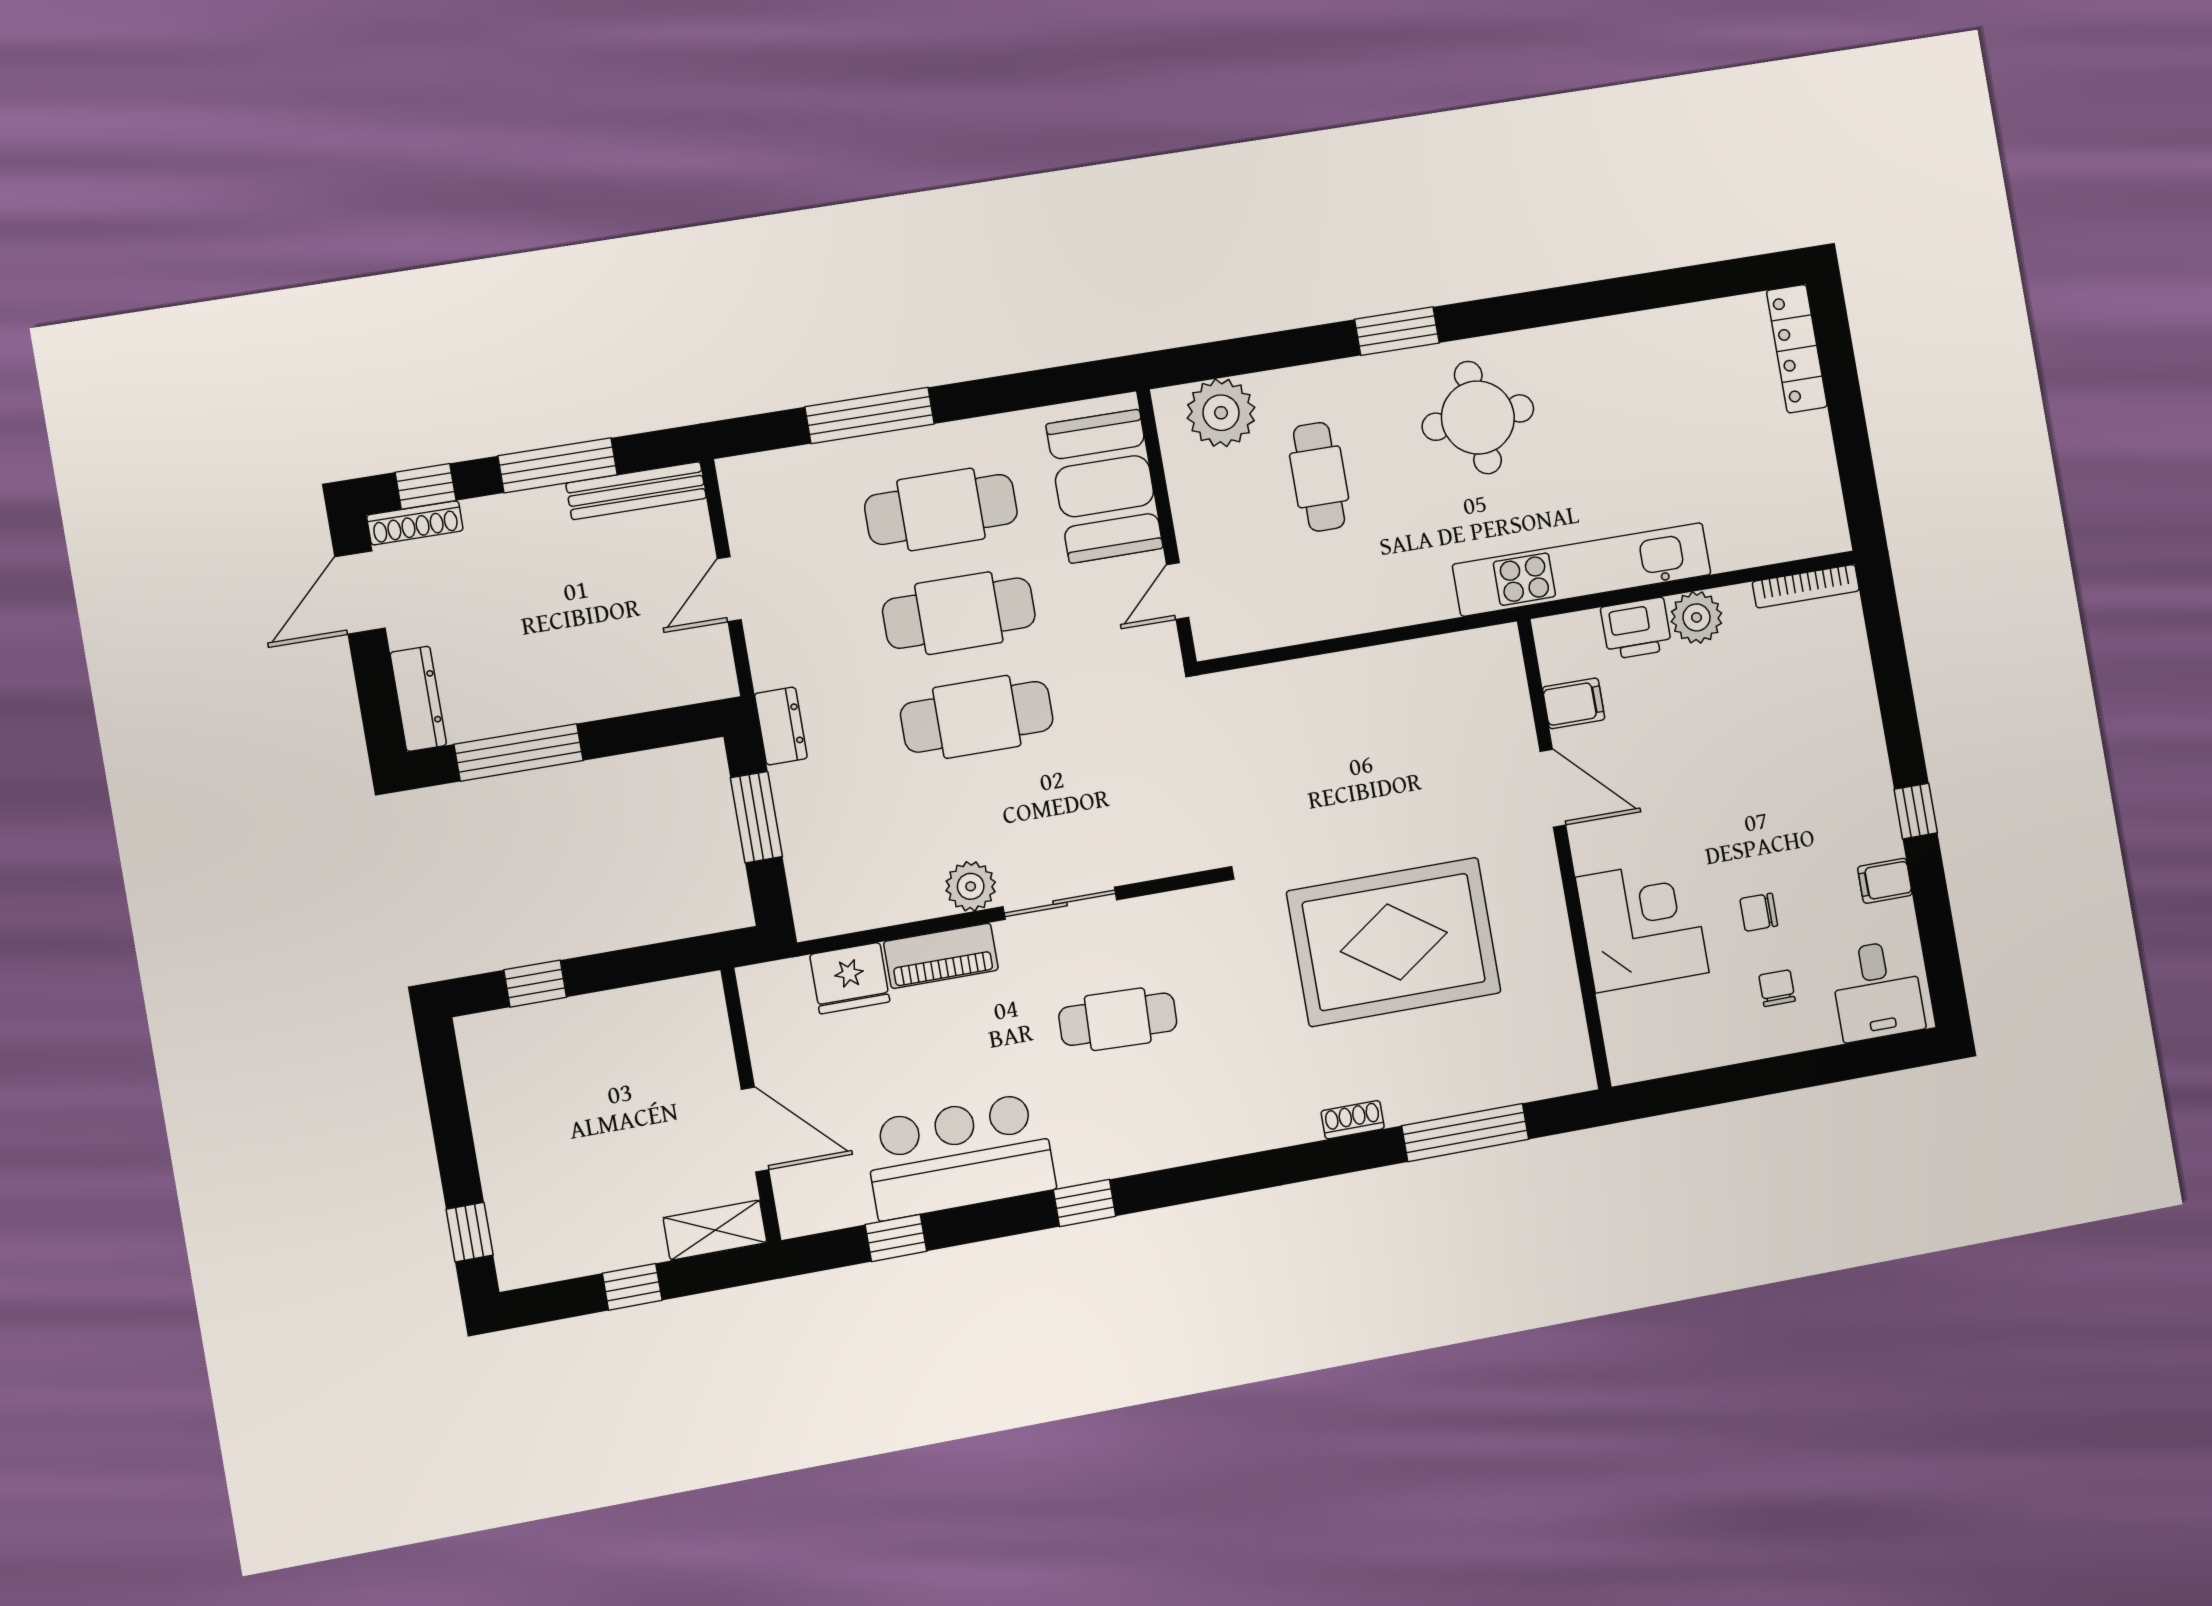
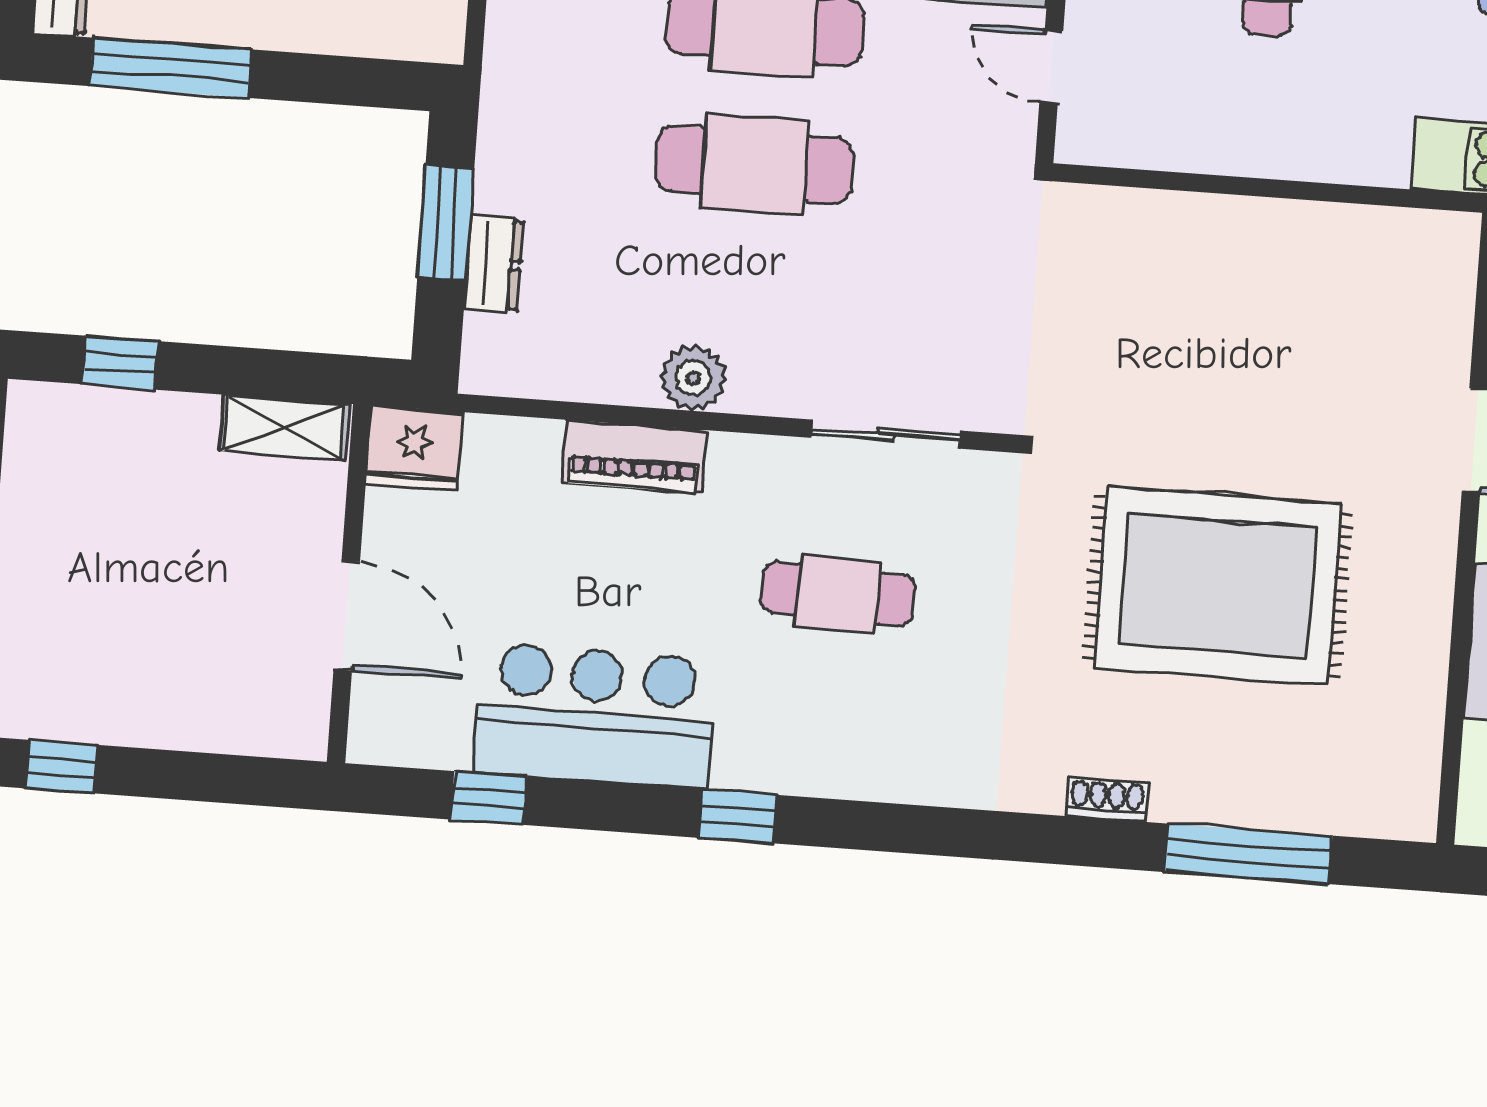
door: (1178, 591) -> (1051, 67), hinge flipped
dresser: (781, 726) -> (494, 264), moved
sliding door: (1060, 903) -> (886, 434), moved
fridge: (850, 978) -> (414, 448), moved
shelving: (715, 1230) -> (284, 427), moved
window: (632, 1287) -> (61, 767), moved

